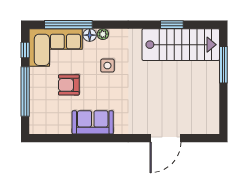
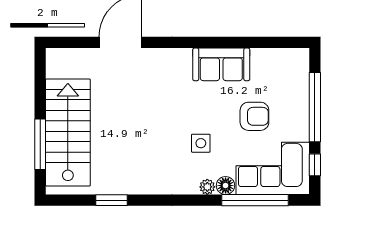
stairs: (181, 45) -> (68, 133), moved, turned 90

